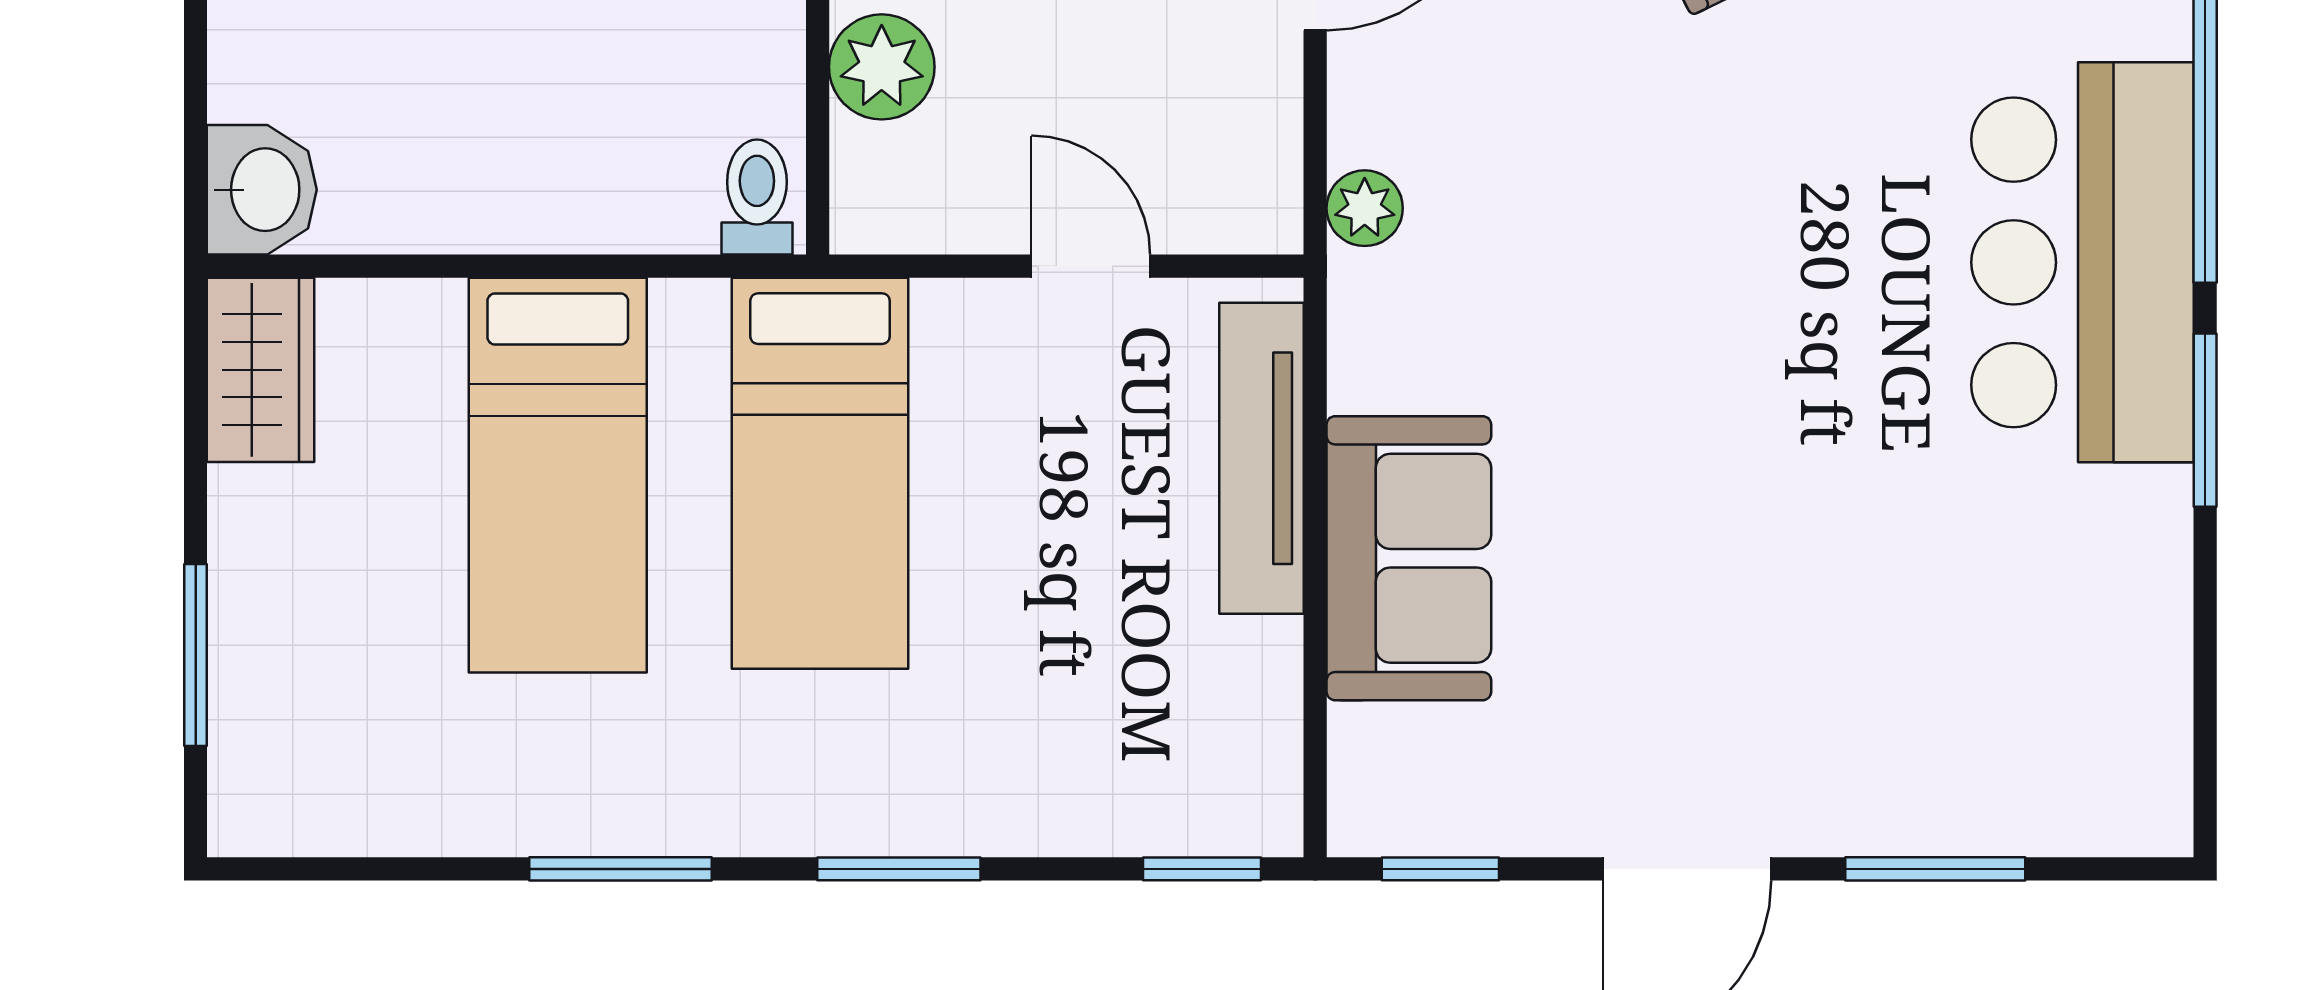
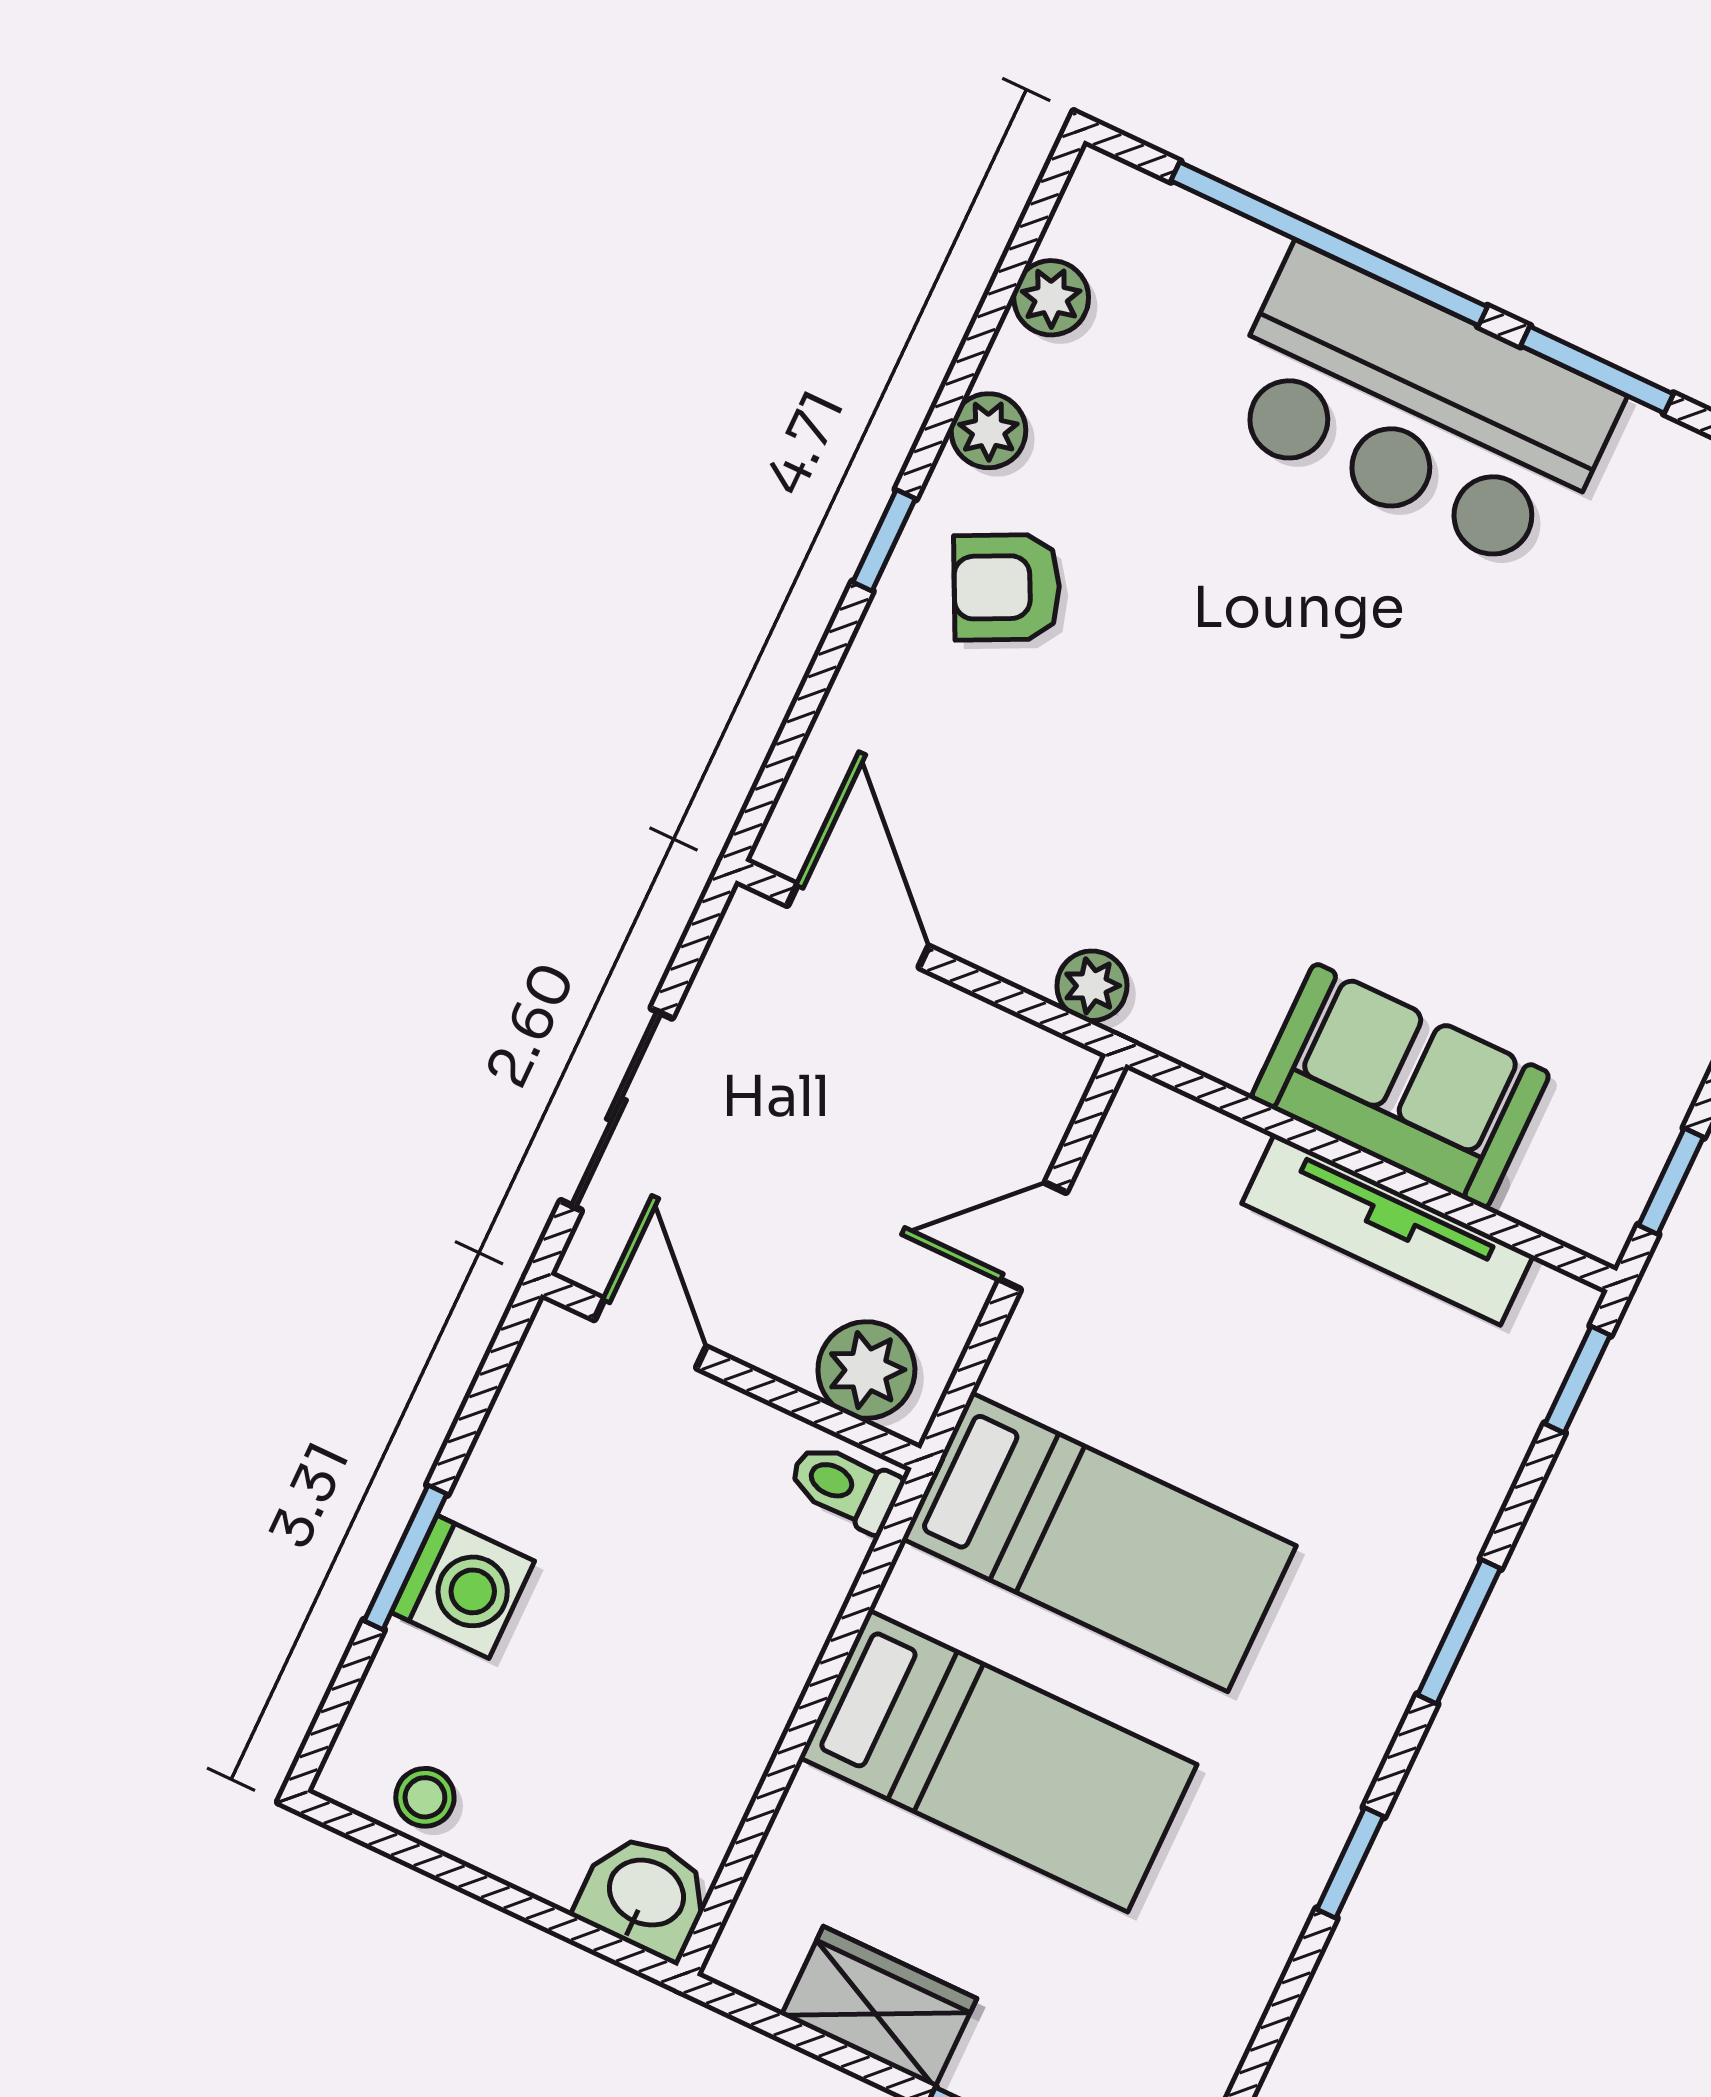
plant: (882, 67) -> (866, 1370), moved
wardrobe: (261, 370) -> (879, 2007), moved
tv unit: (1262, 458) -> (1387, 1229), moved
window: (620, 869) -> (1350, 1863), width x0.67

